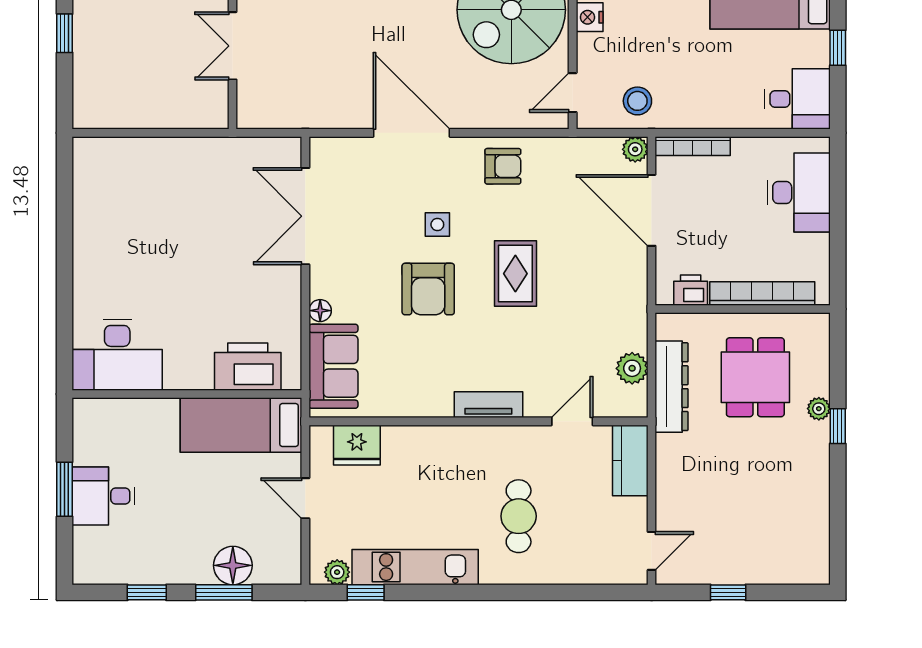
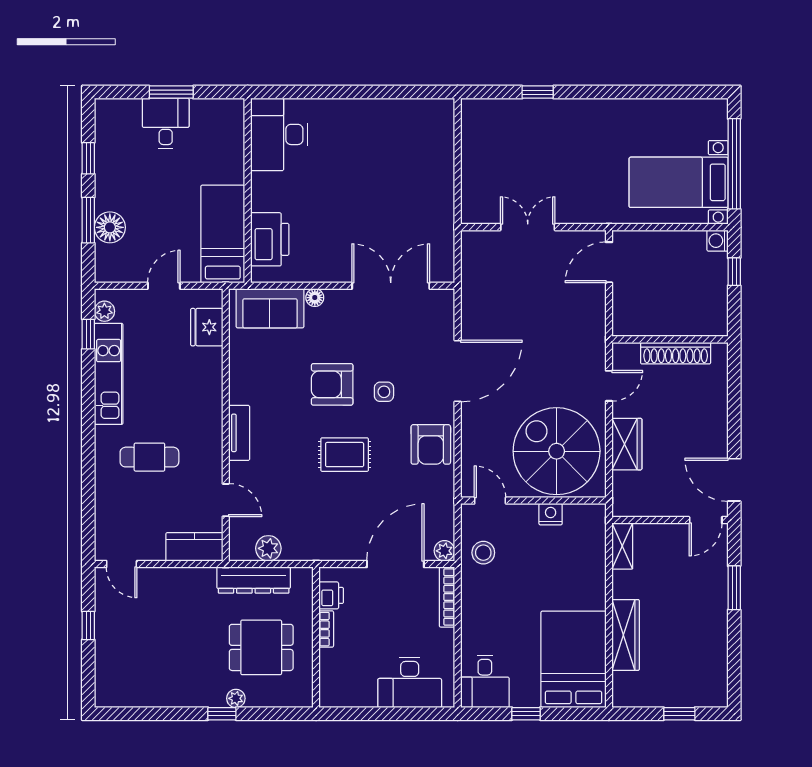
armchair: (503, 166) -> (431, 444), width x1.38, depth x1.38
bookcase: (762, 293) -> (326, 629), width x0.43, depth x0.76

